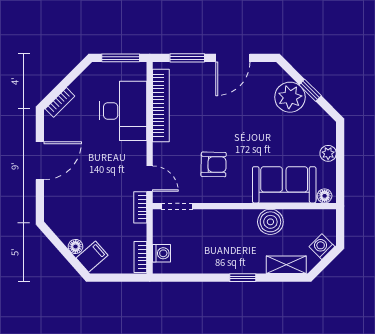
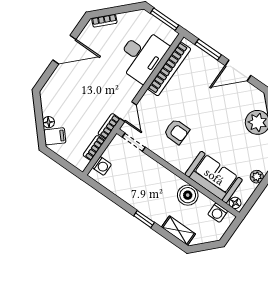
washing machine: (322, 247) -> (218, 213), moved, turned -135
bookcase: (140, 257) -> (94, 148), moved

